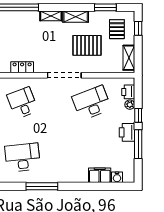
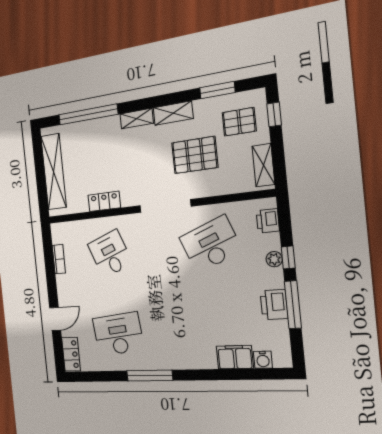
pallet: (117, 29) -> (239, 122), turned 90
plant: (130, 105) -> (274, 259), moved
printer: (127, 132) -> (274, 305), moved

